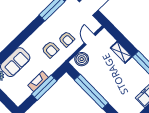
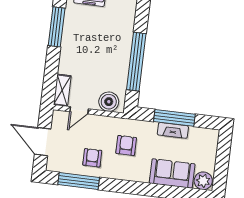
armchair: (67, 39) -> (92, 158), moved
shelving: (121, 52) -> (62, 90), moved

